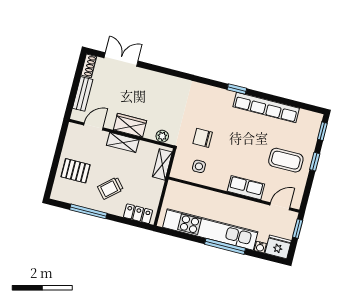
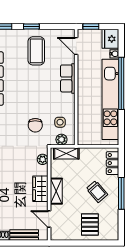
plant: (179, 163) -> (61, 140), added
window: (88, 211) -> (121, 193), moved
window: (225, 246) -> (121, 83), width x1.46

